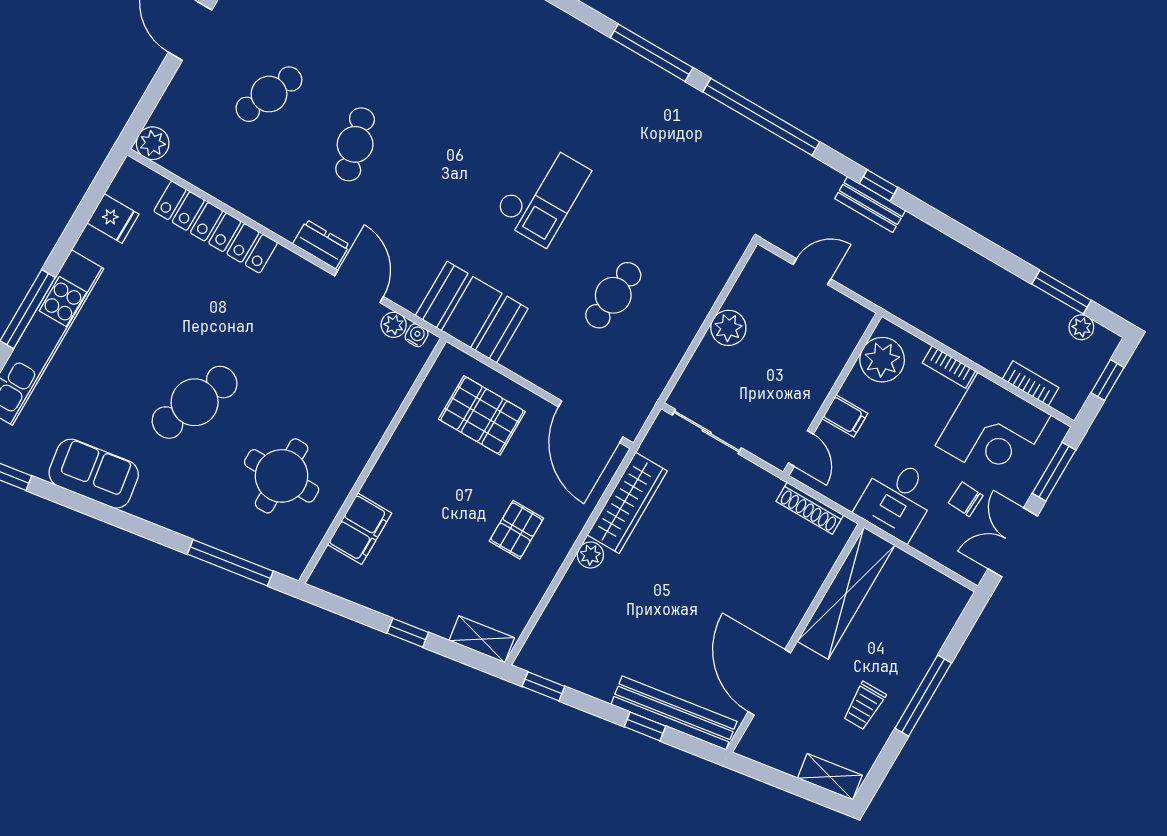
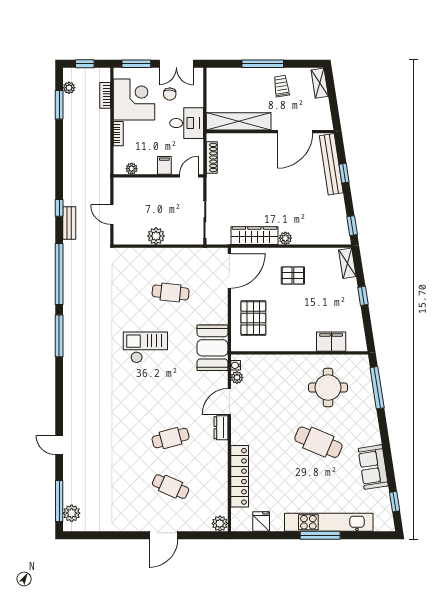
bench: (870, 204) -> (69, 223), moved
plant: (882, 360) -> (132, 169), width x0.53, depth x0.53
trolley: (864, 706) -> (281, 86), turned -99

